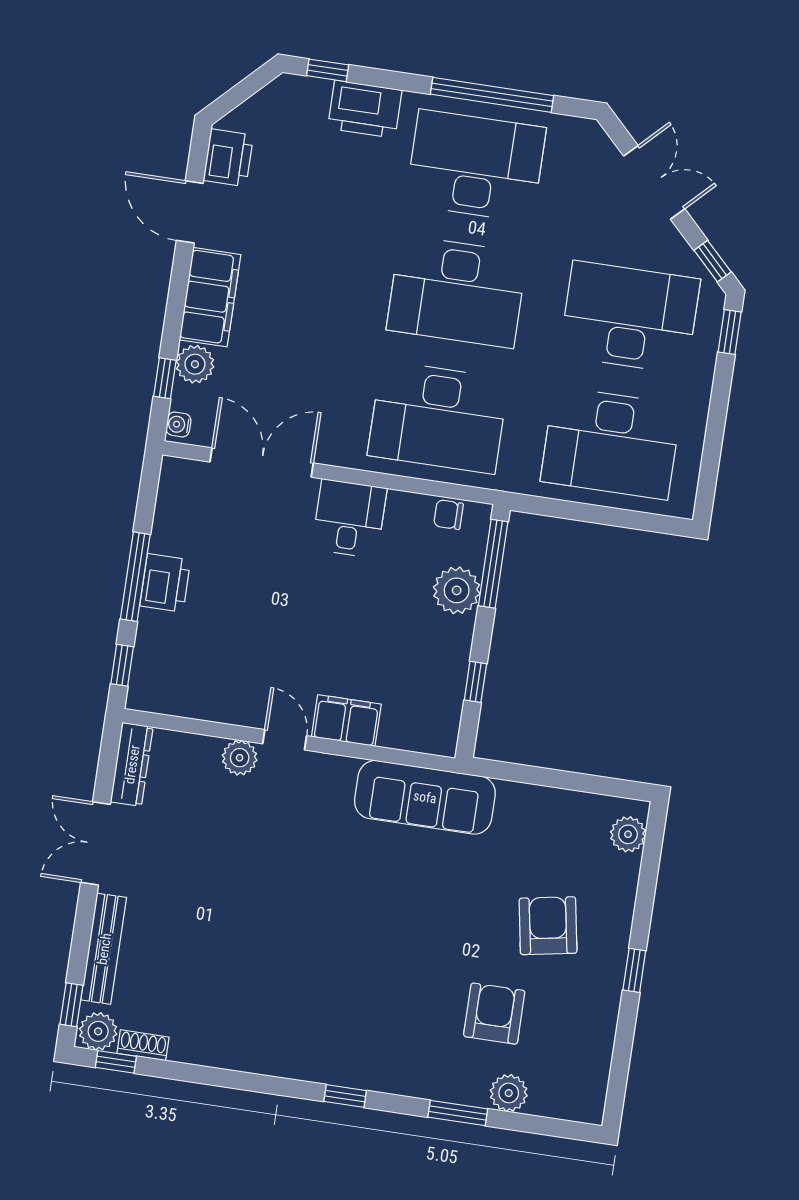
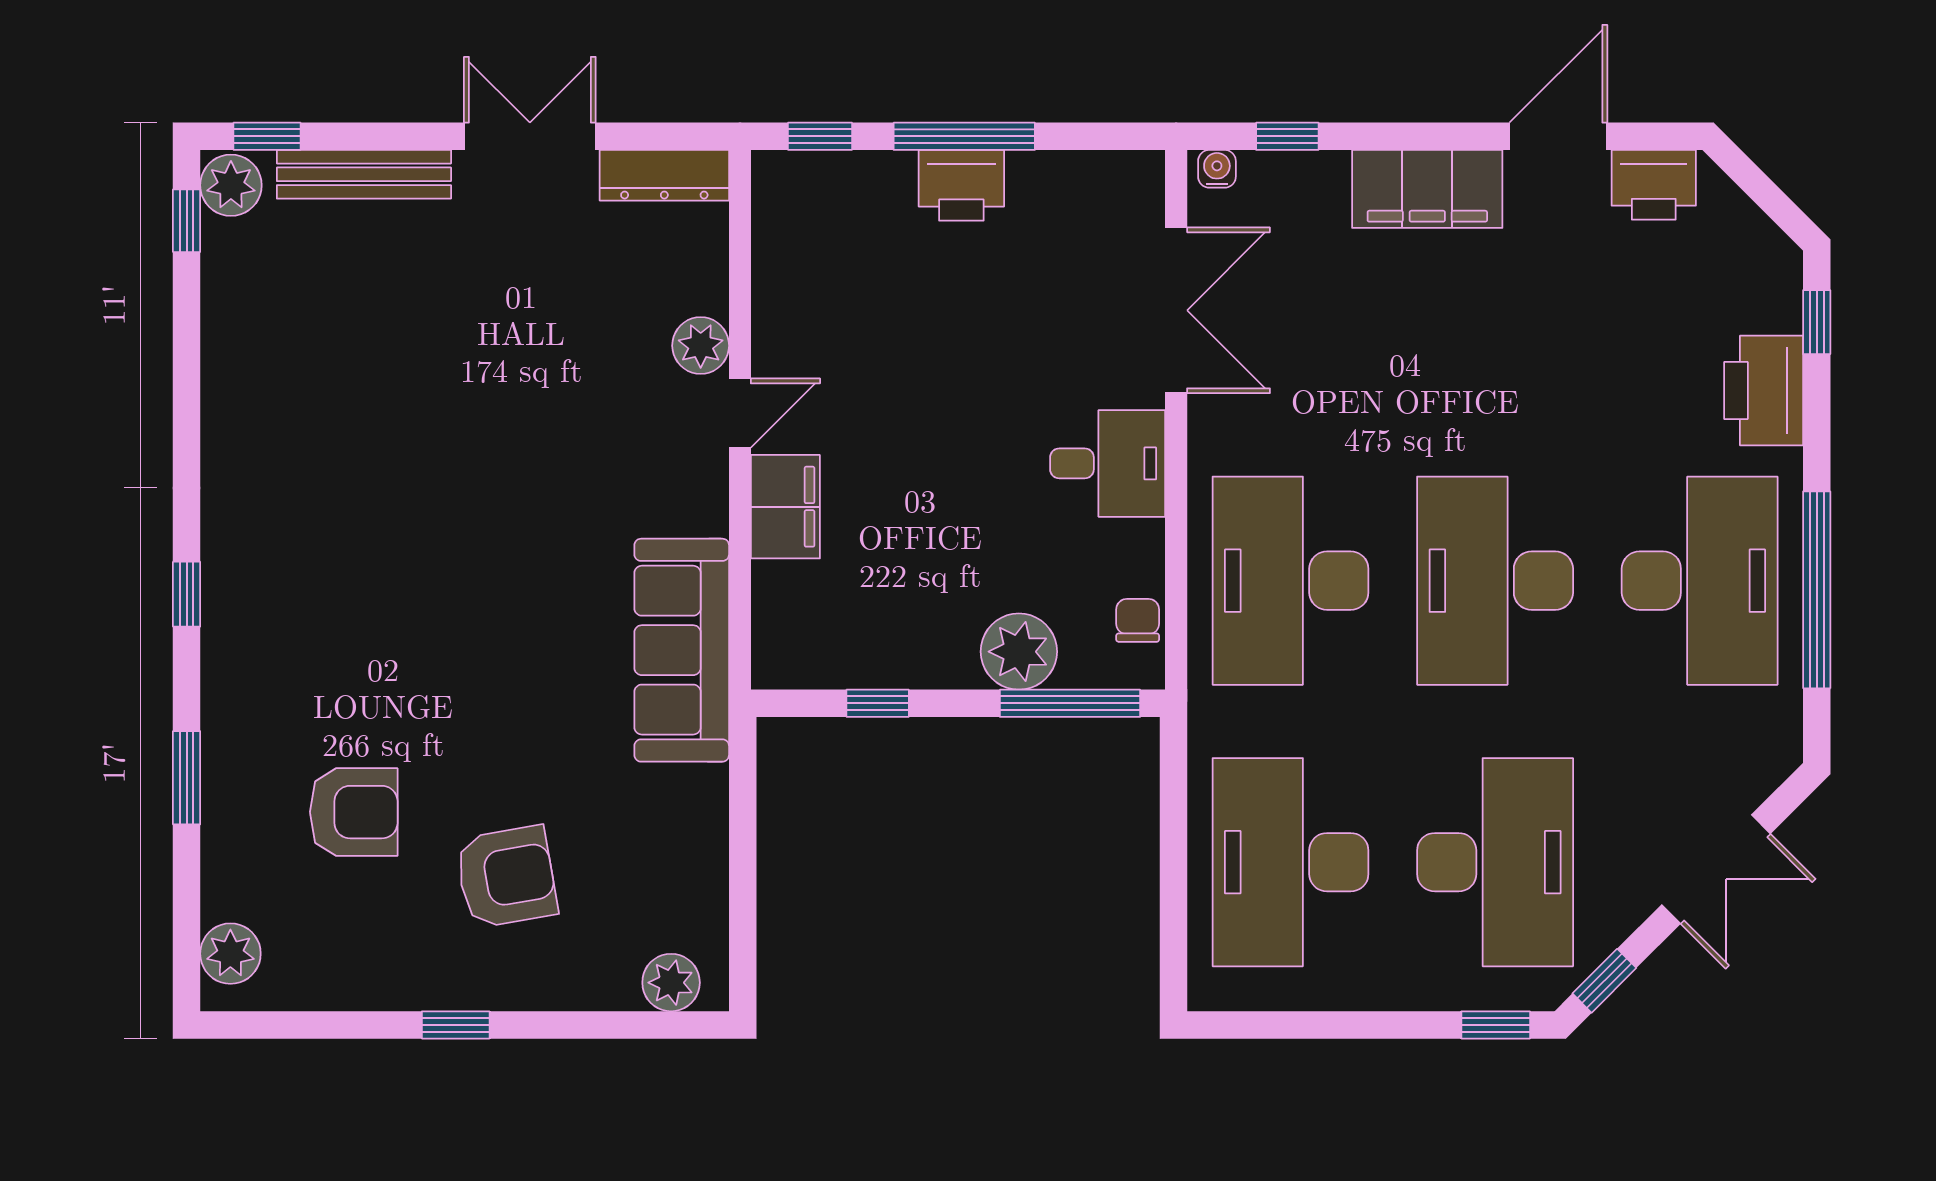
plant: (195, 364) -> (1317, 181), removed
shoe rack: (143, 1045) -> (220, 260), removed
plant: (509, 1093) -> (230, 954), moved

